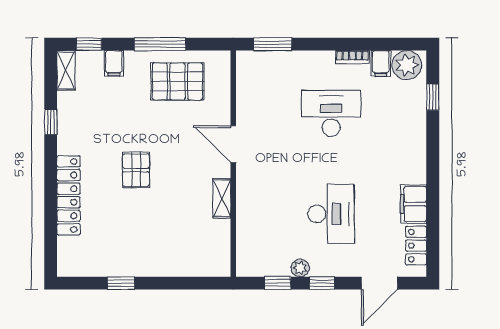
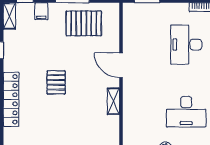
desk: (331, 113) -> (186, 45), turned -90
desk: (331, 214) -> (186, 112), turned 90

